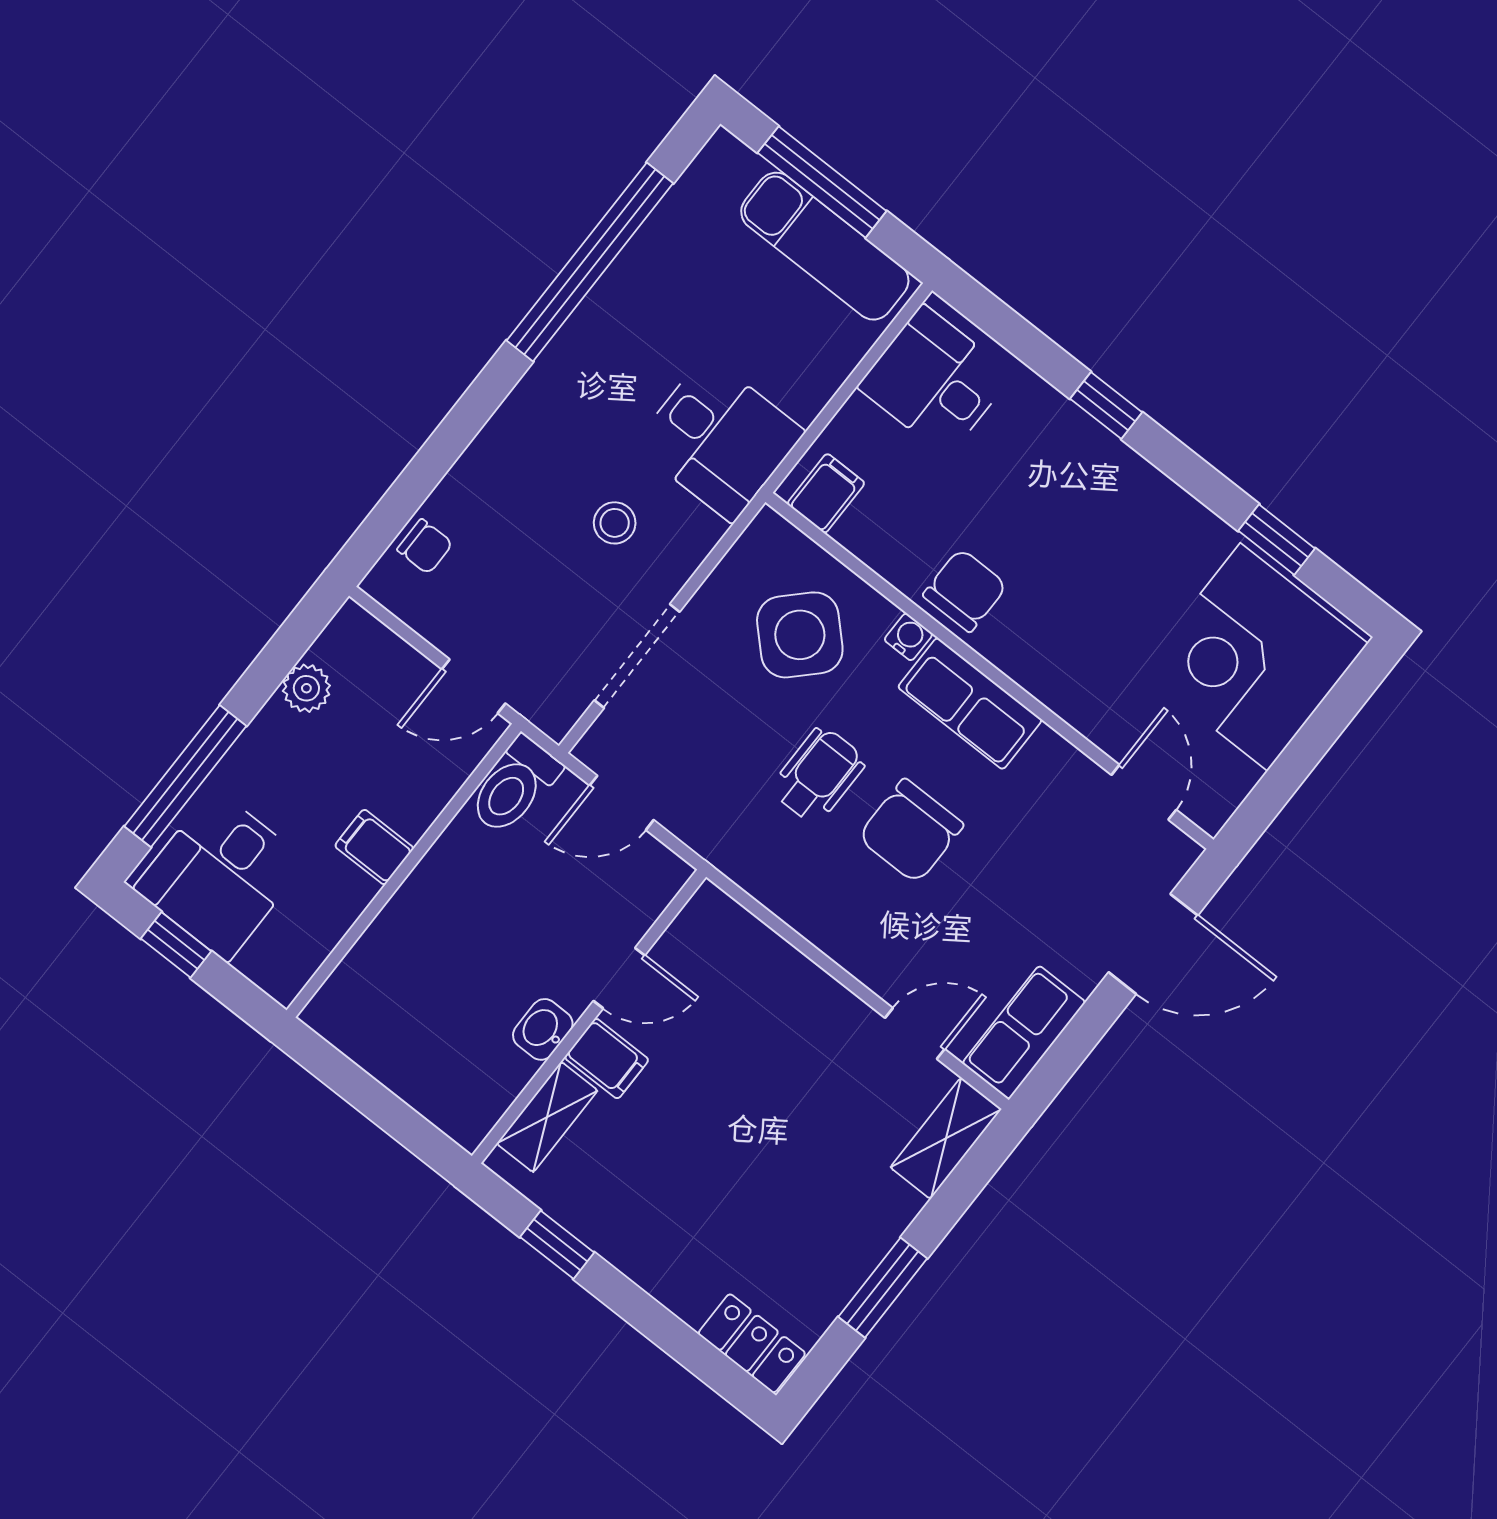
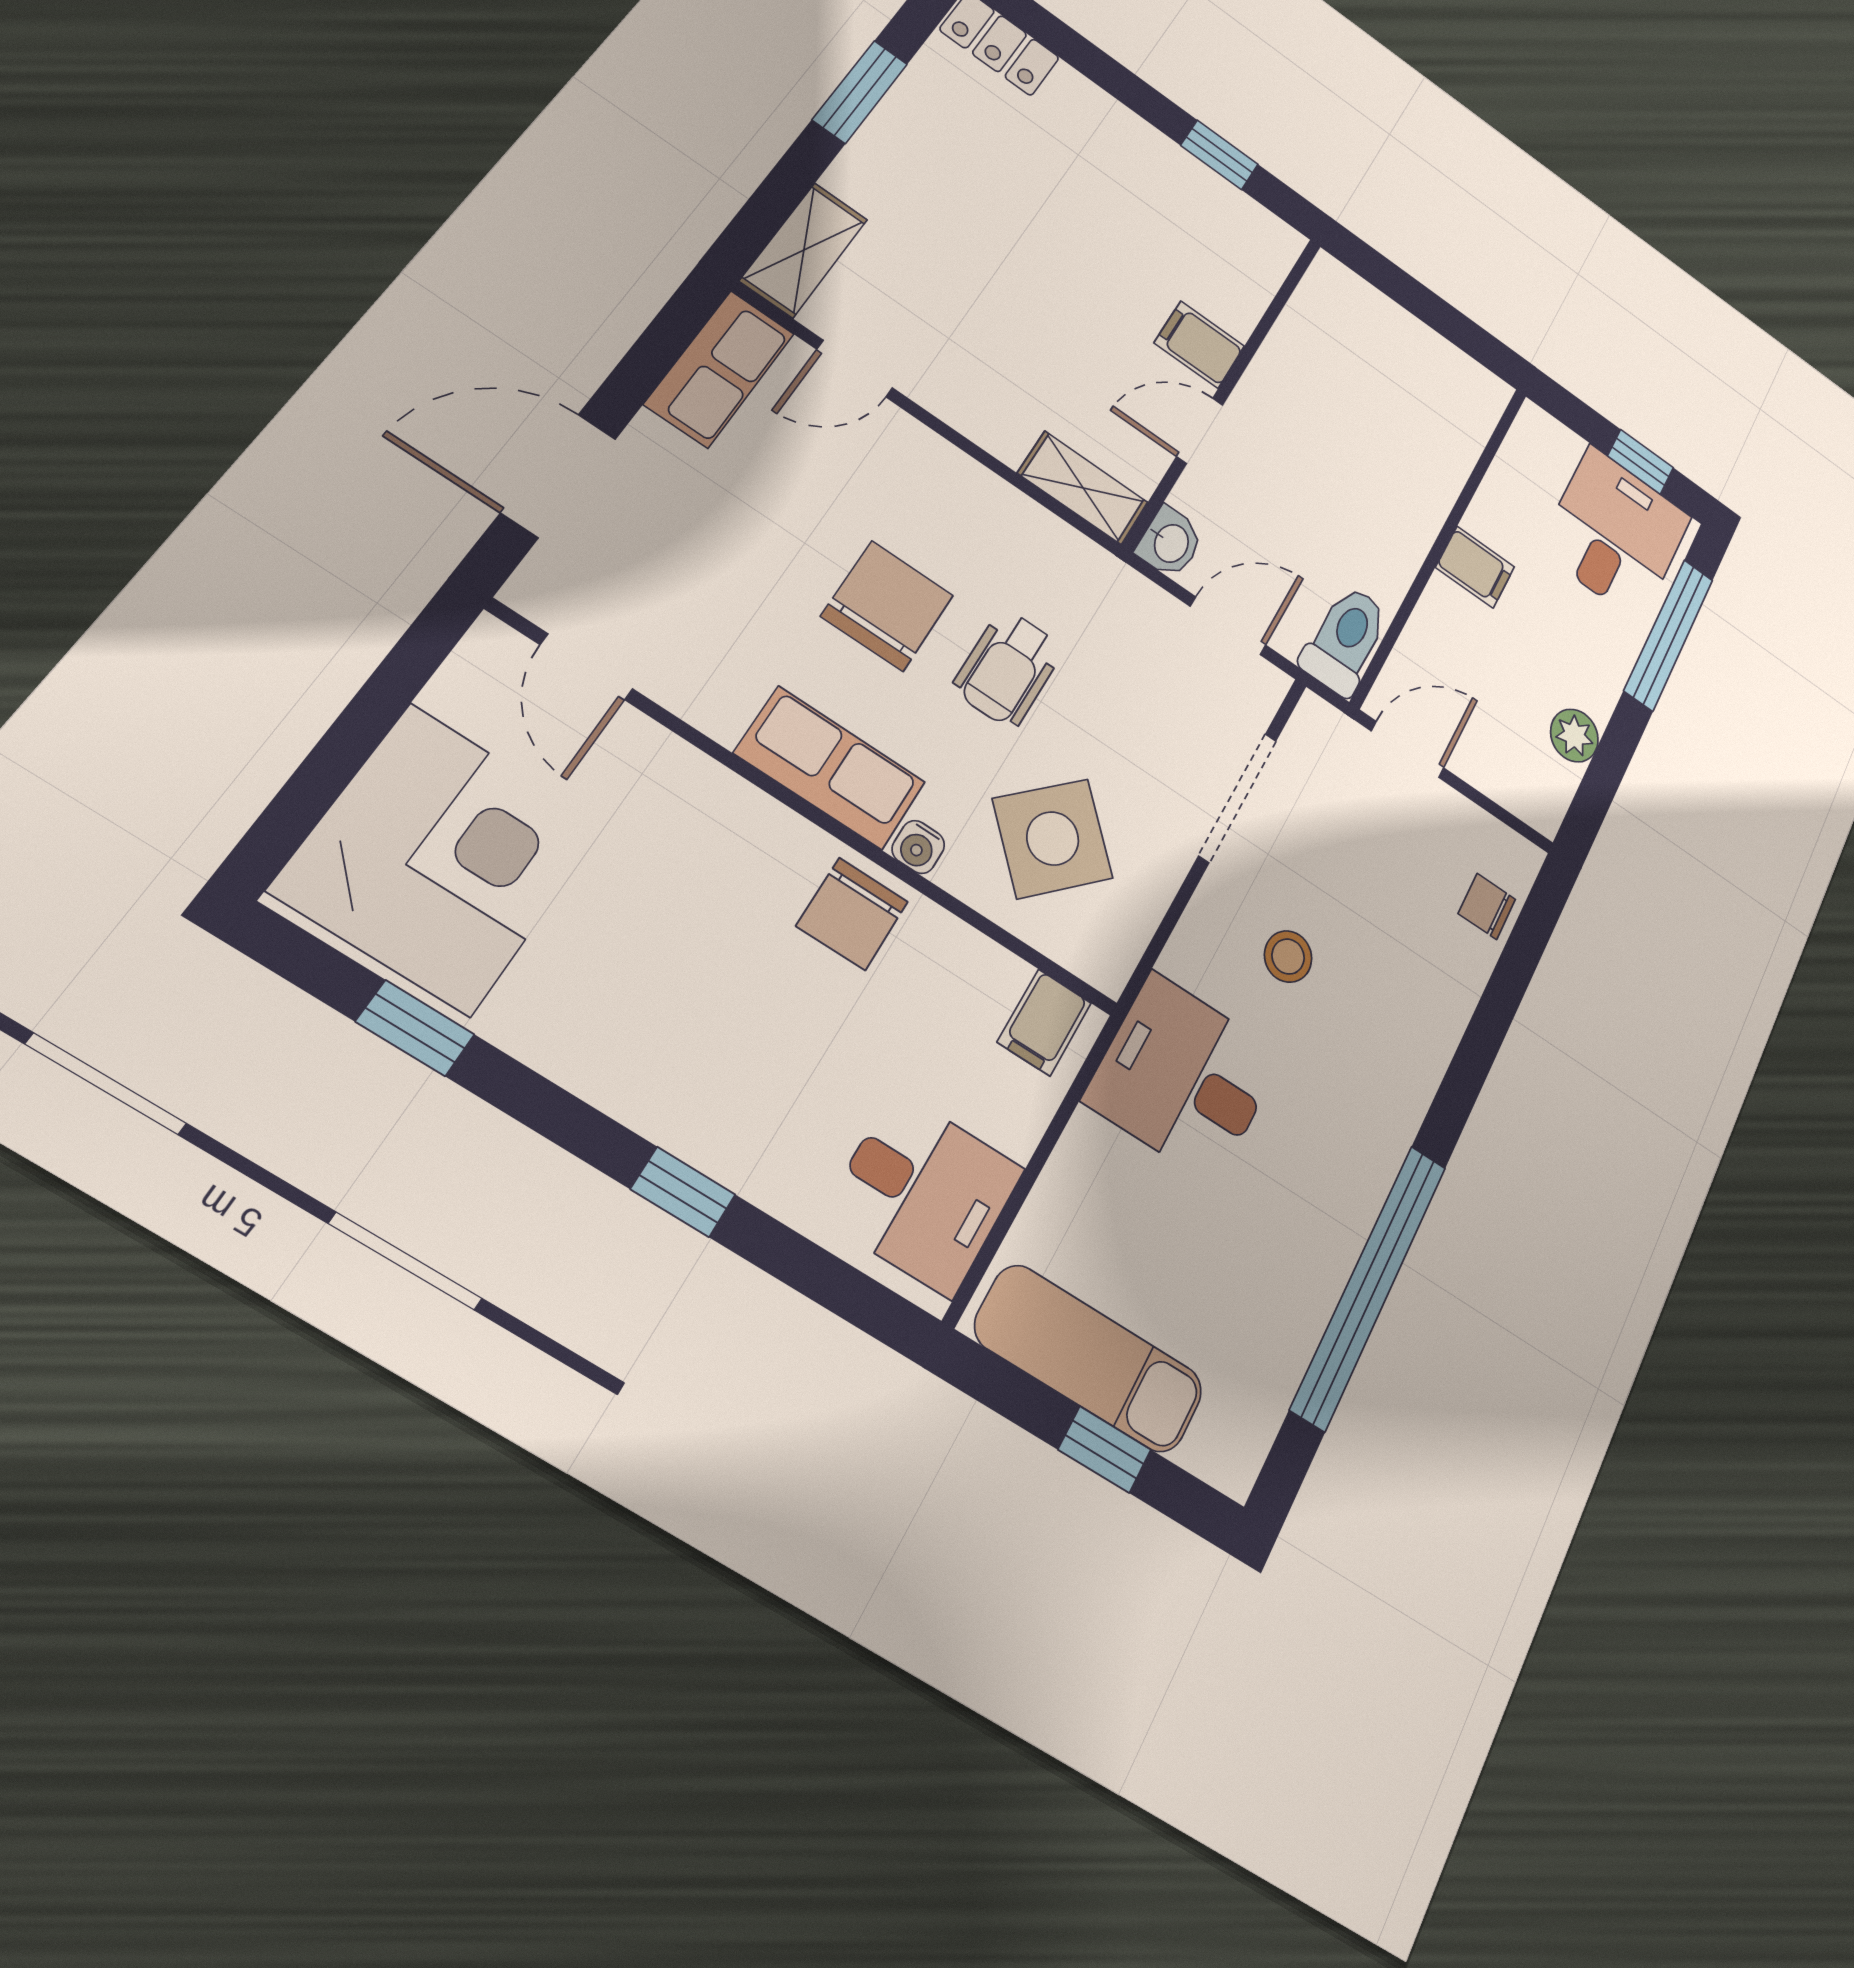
window: (822, 182) -> (1105, 1450), width x0.46
washbasin: (543, 1029) -> (1170, 543), moved
shelving: (547, 1117) -> (1083, 488), moved, turned 90

